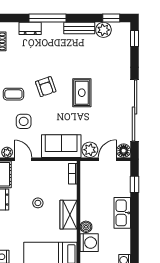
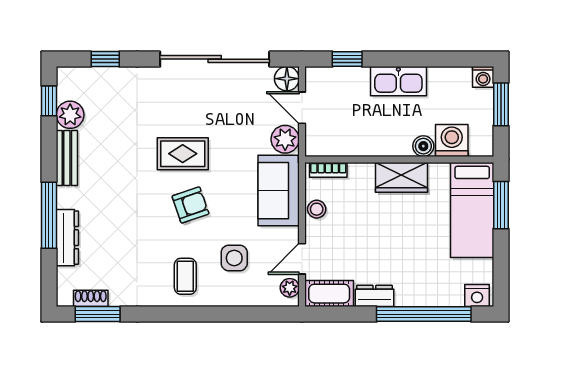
dresser: (30, 28) -> (67, 238), width x1.44
window: (135, 38) -> (105, 59), moved
armchair: (46, 87) -> (190, 205), moved
stool: (38, 203) -> (317, 209), moved

